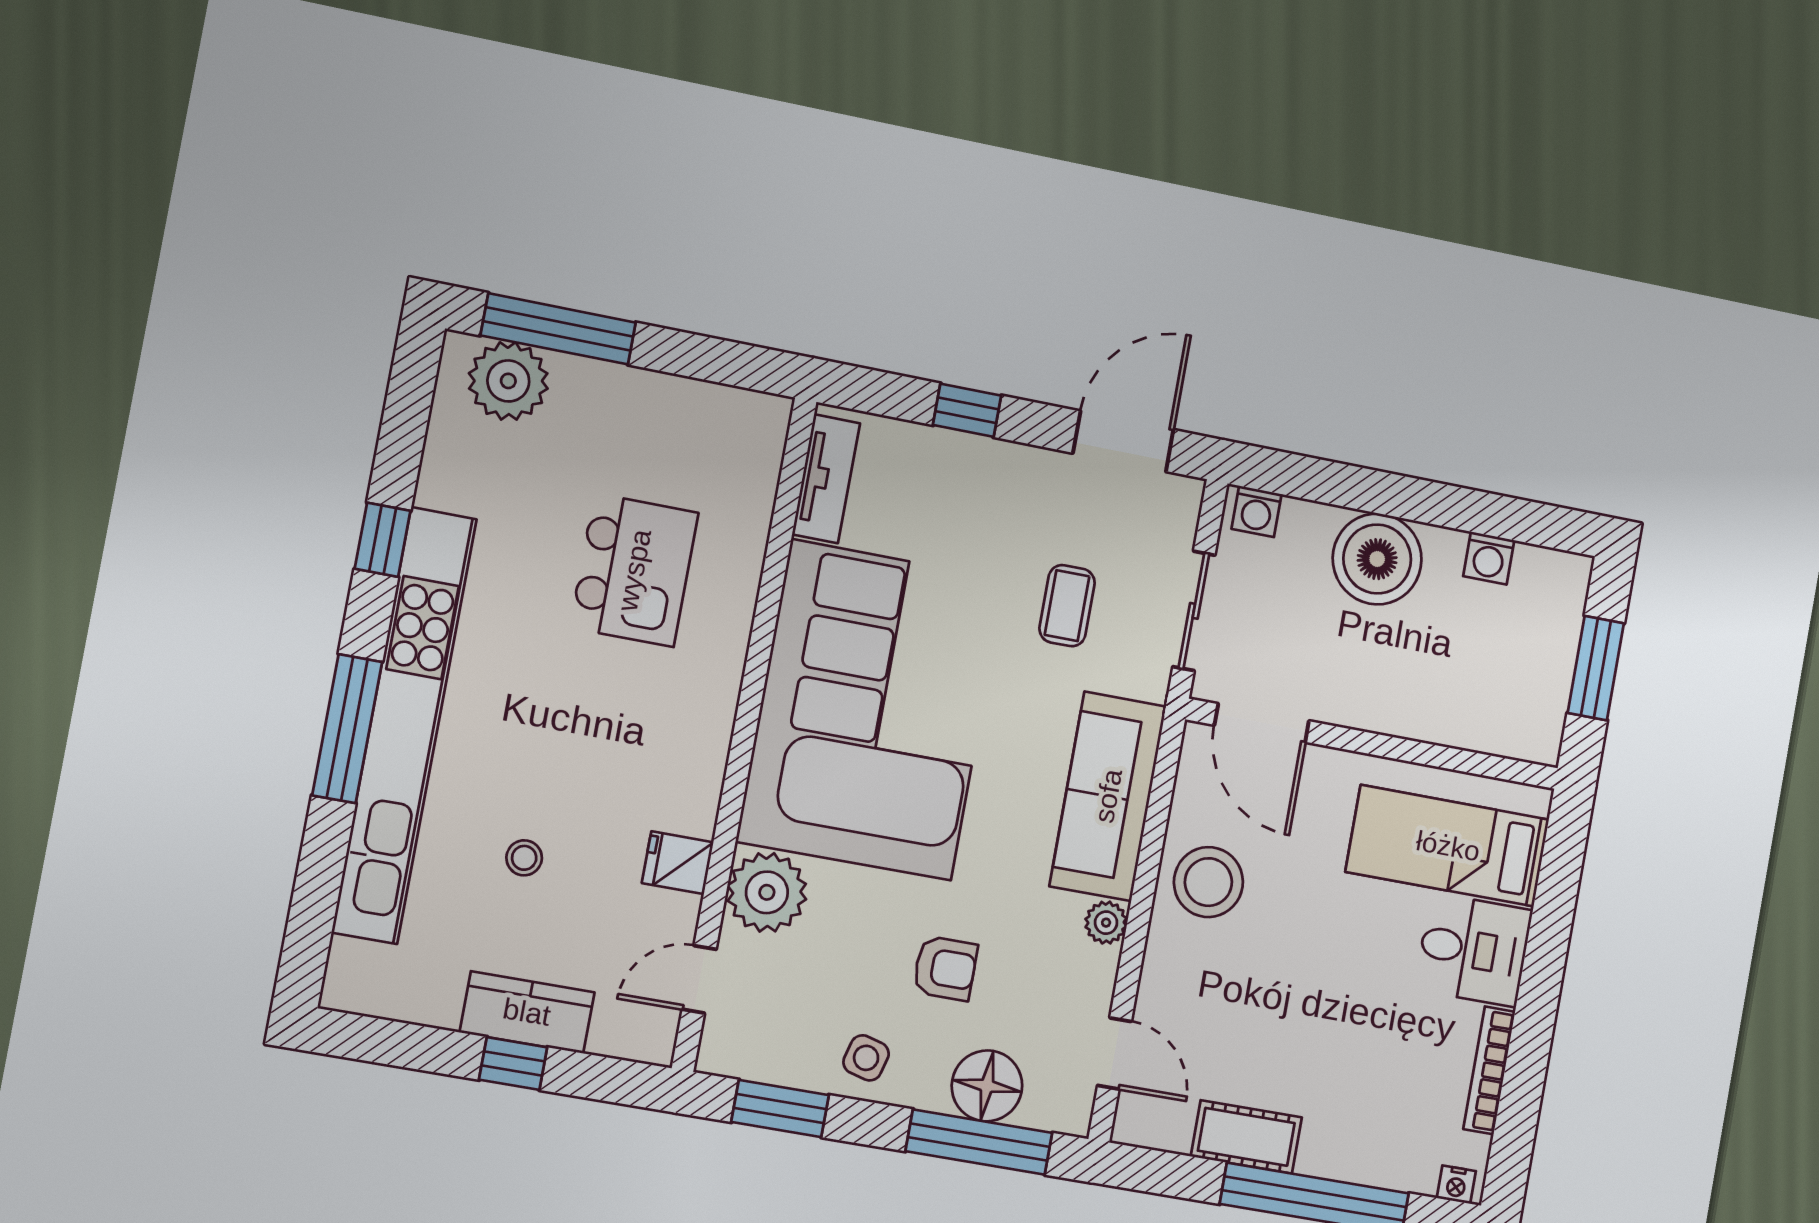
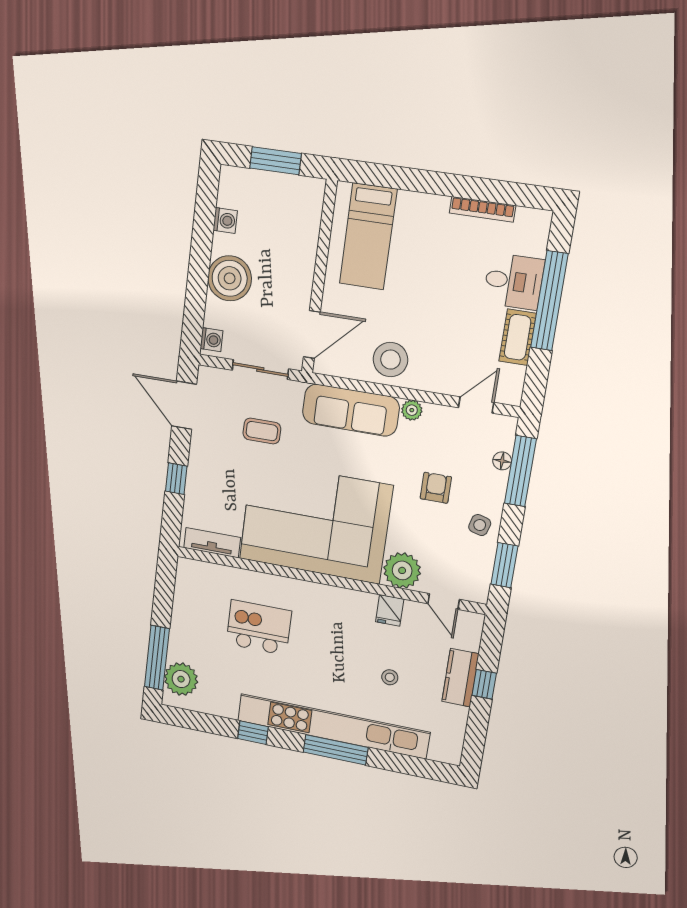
desk: (1474, 950) -> (514, 281), moved, turned 90
floor lamp: (987, 1086) -> (502, 461), width x0.53, depth x0.53
nightstand: (1456, 1185) -> (542, 225), removed

